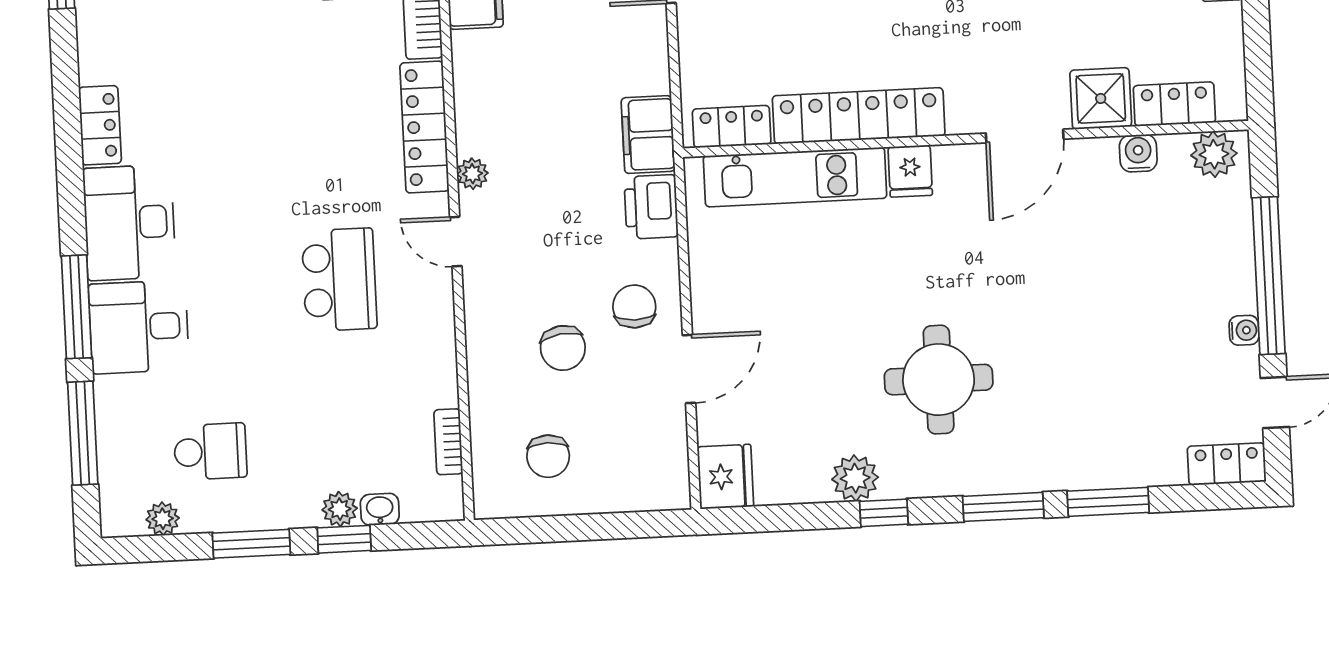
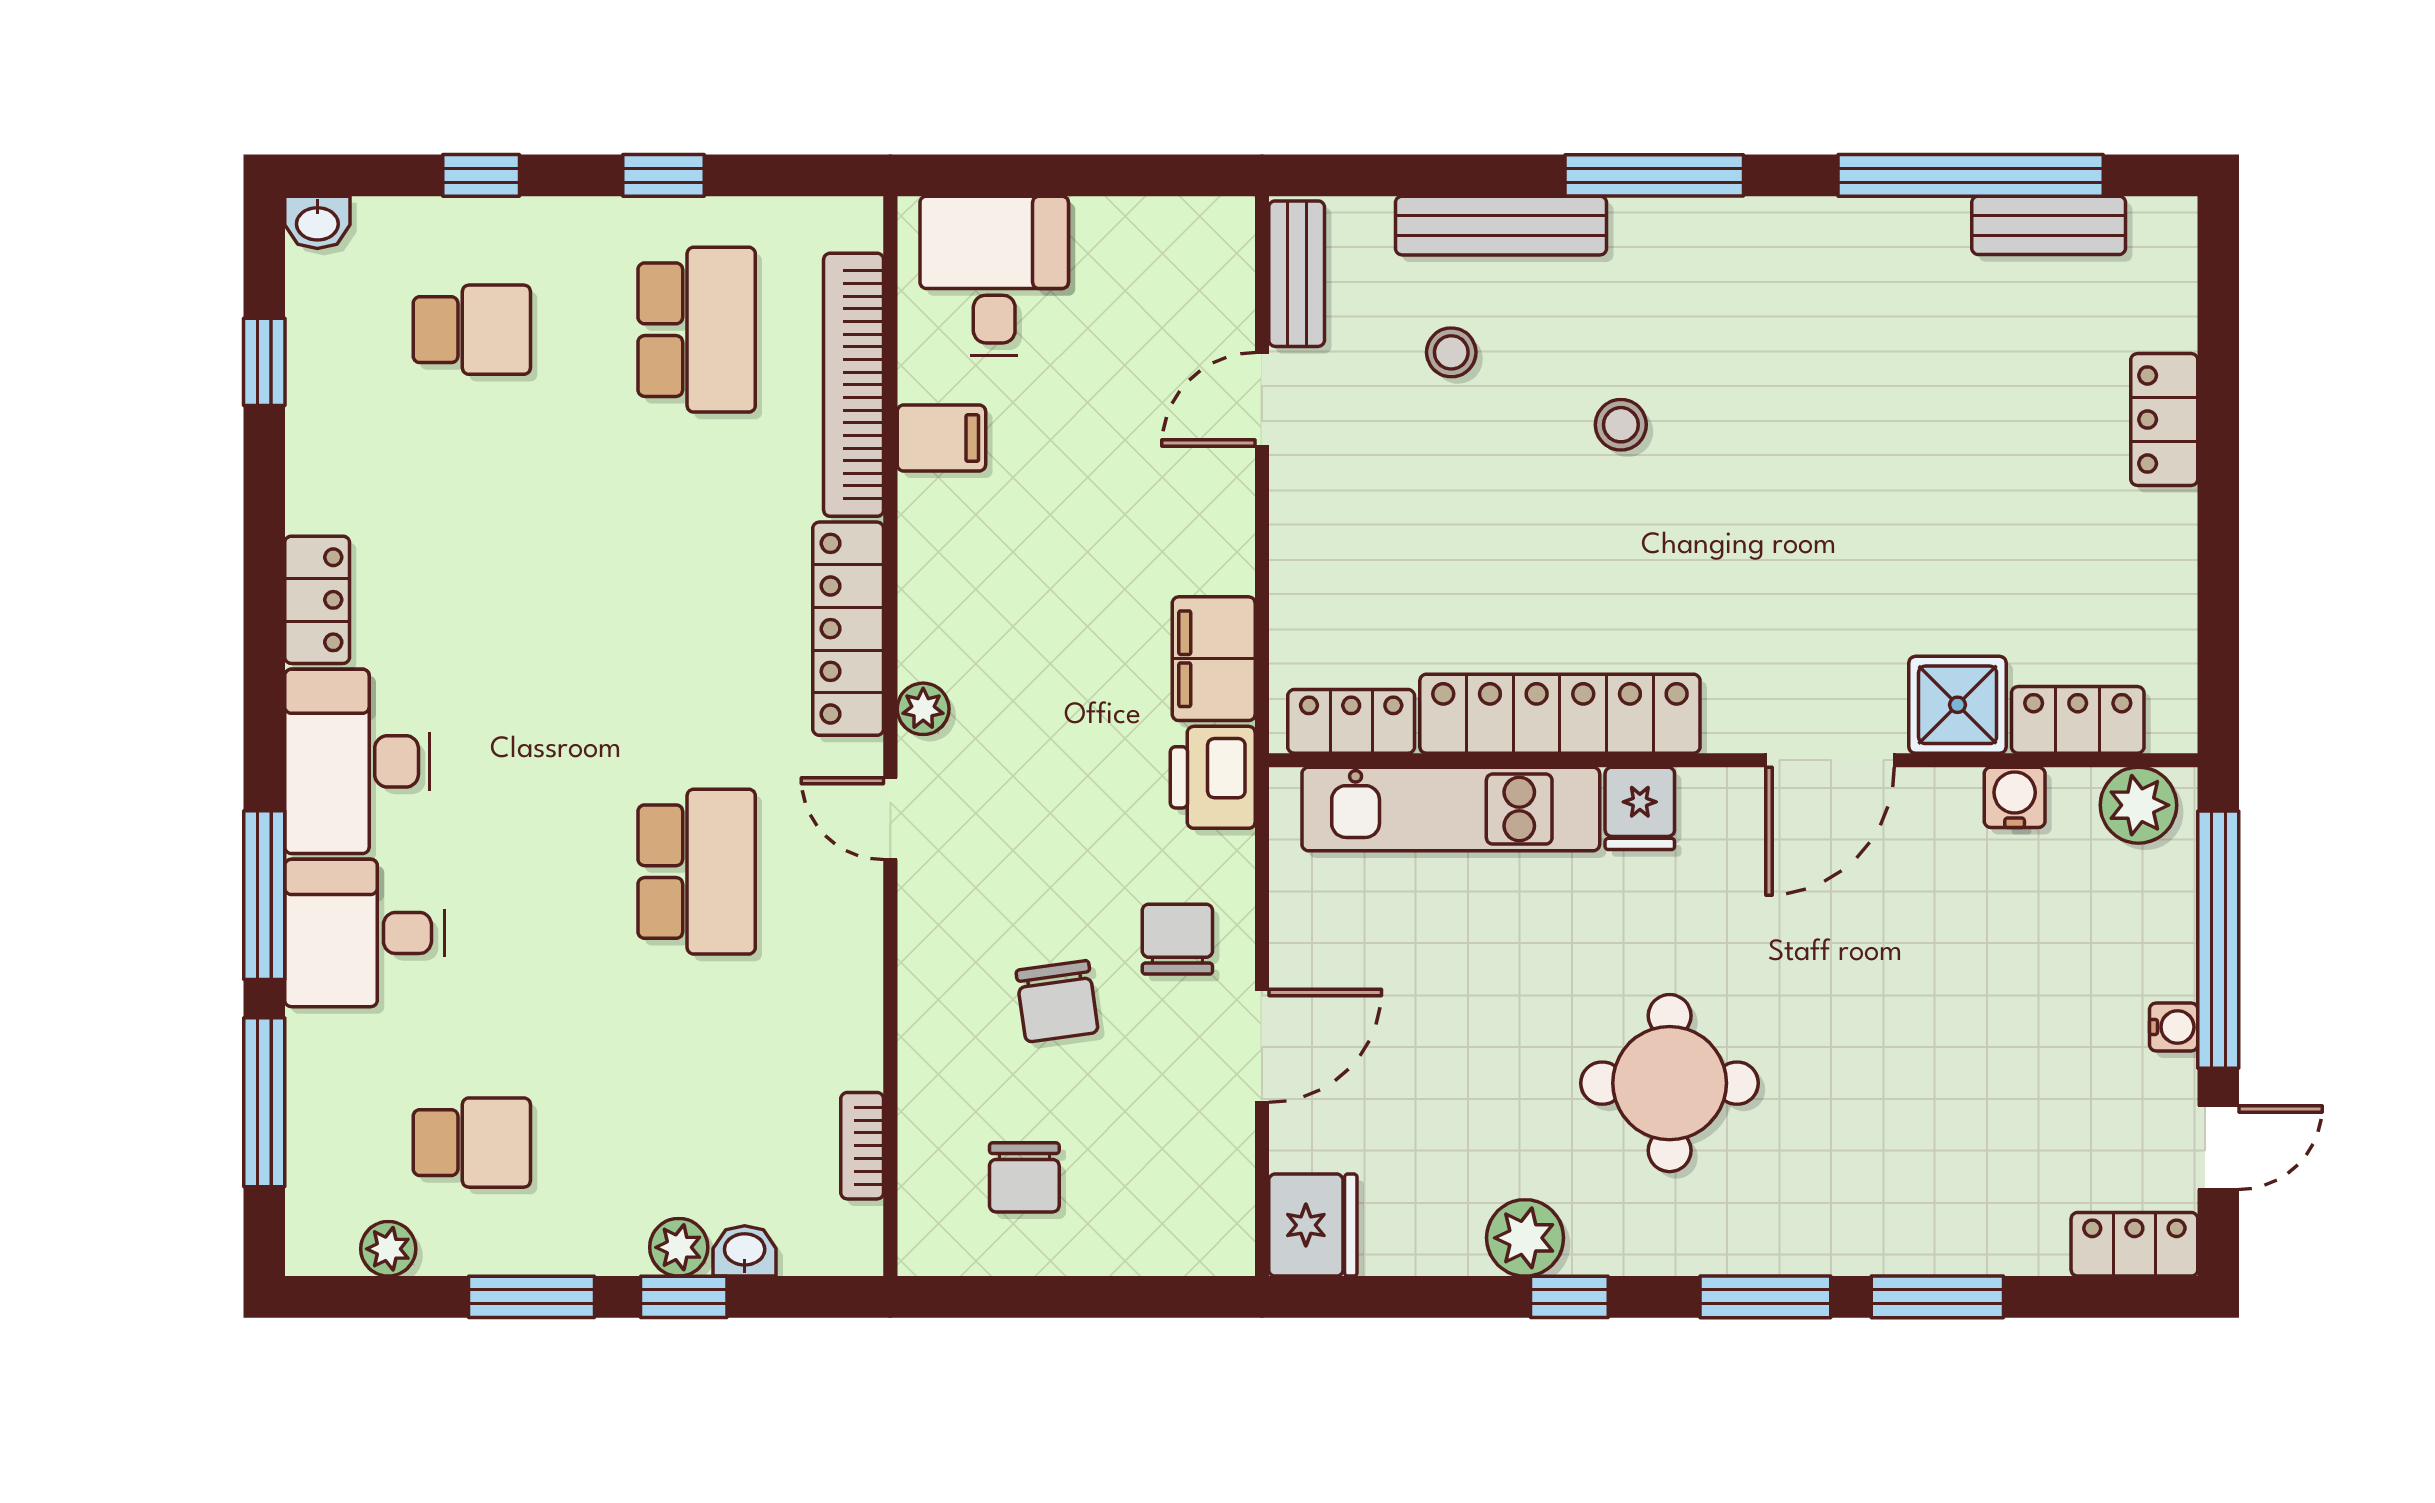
shower: (1101, 98) -> (1958, 705), moved
locker: (1174, 104) -> (2078, 720), moved
locker: (859, 116) -> (1560, 714), moved
locker: (732, 127) -> (1351, 721), moved
door: (1025, 136) -> (1830, 760), moved
wall: (966, 139) -> (1733, 760), moved
water cooler: (1138, 153) -> (2015, 797), moved
plant: (1214, 154) -> (2138, 805), moved
fridge: (910, 171) -> (1640, 808), moved
kitchen unit: (795, 177) -> (1451, 809), moved

